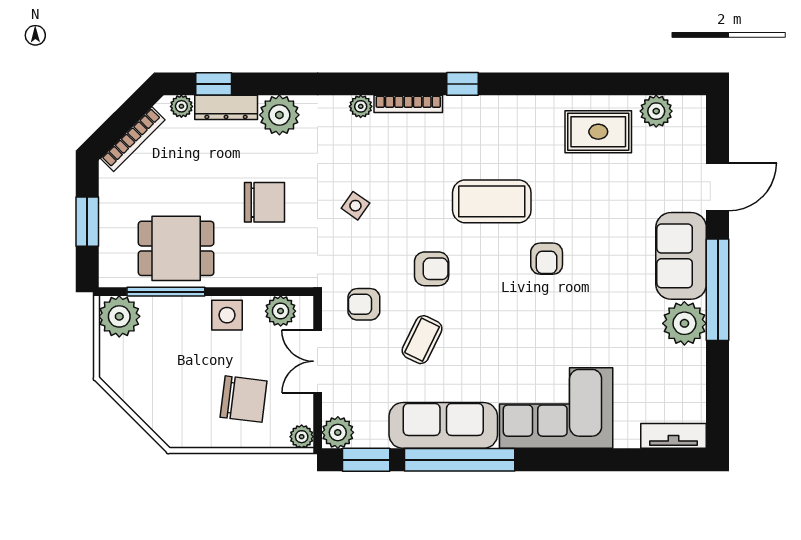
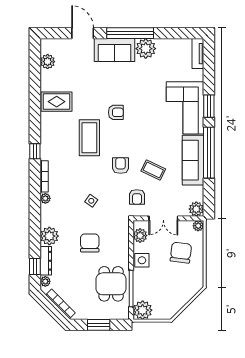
rug: (598, 132) -> (57, 102), moved, turned 90
window: (366, 460) -> (209, 106), moved

